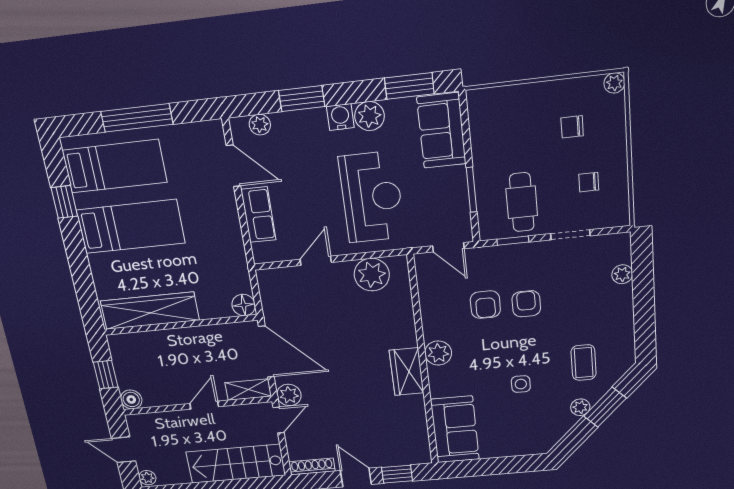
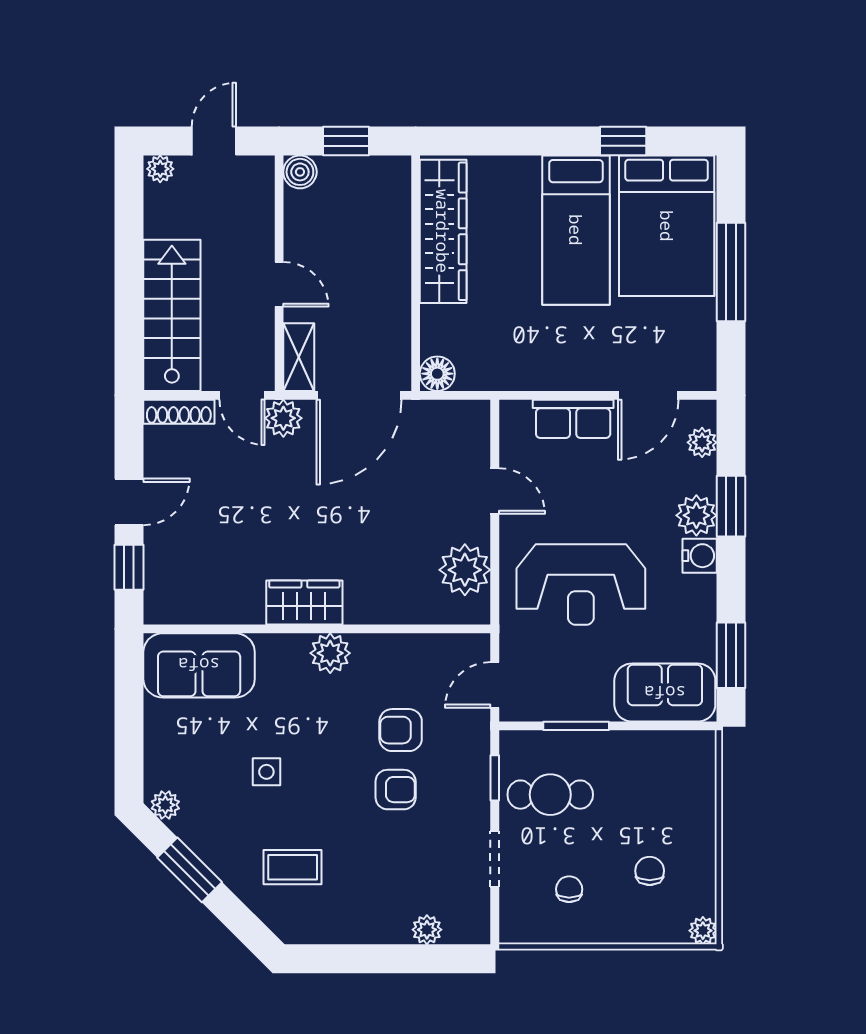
plant: (369, 116) -> (696, 515), moved
bed: (115, 166) -> (667, 226), width x1.50
plant: (580, 407) -> (165, 805), moved
window: (605, 407) -> (190, 870), moved
shoe rack: (312, 467) -> (179, 412), moved, turned 90

